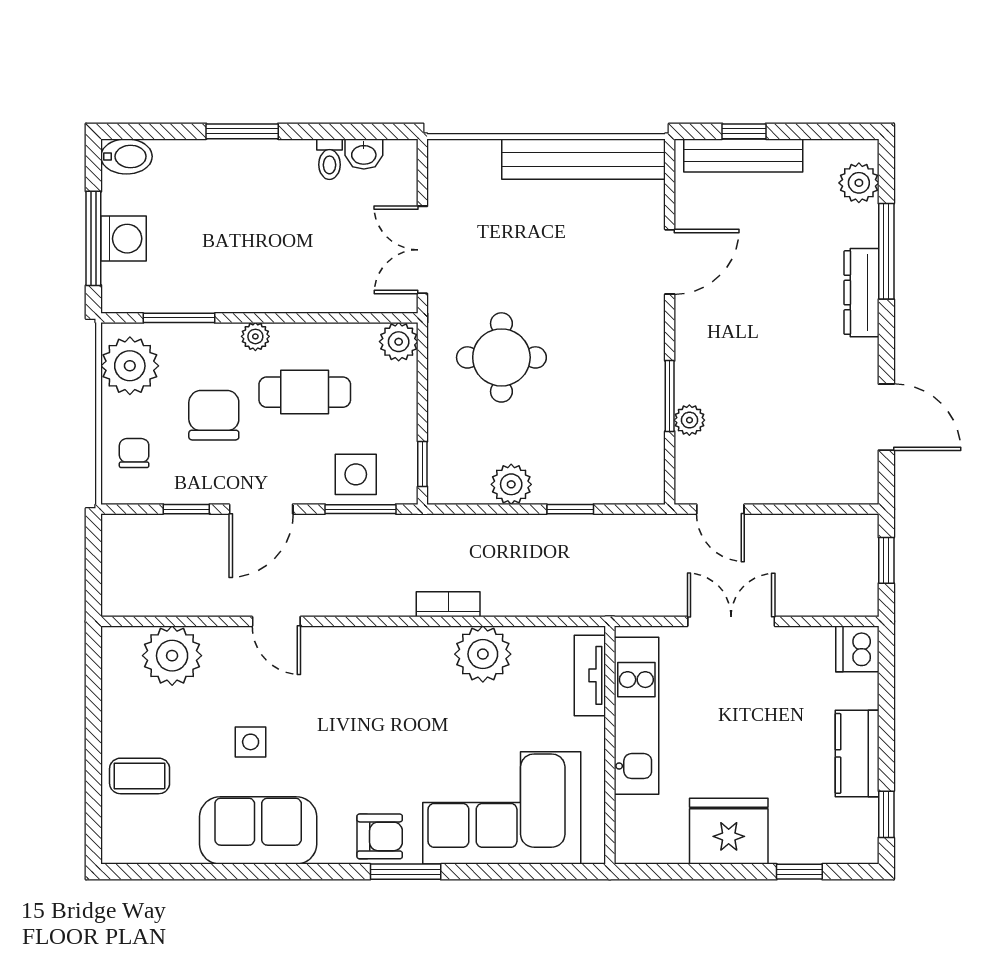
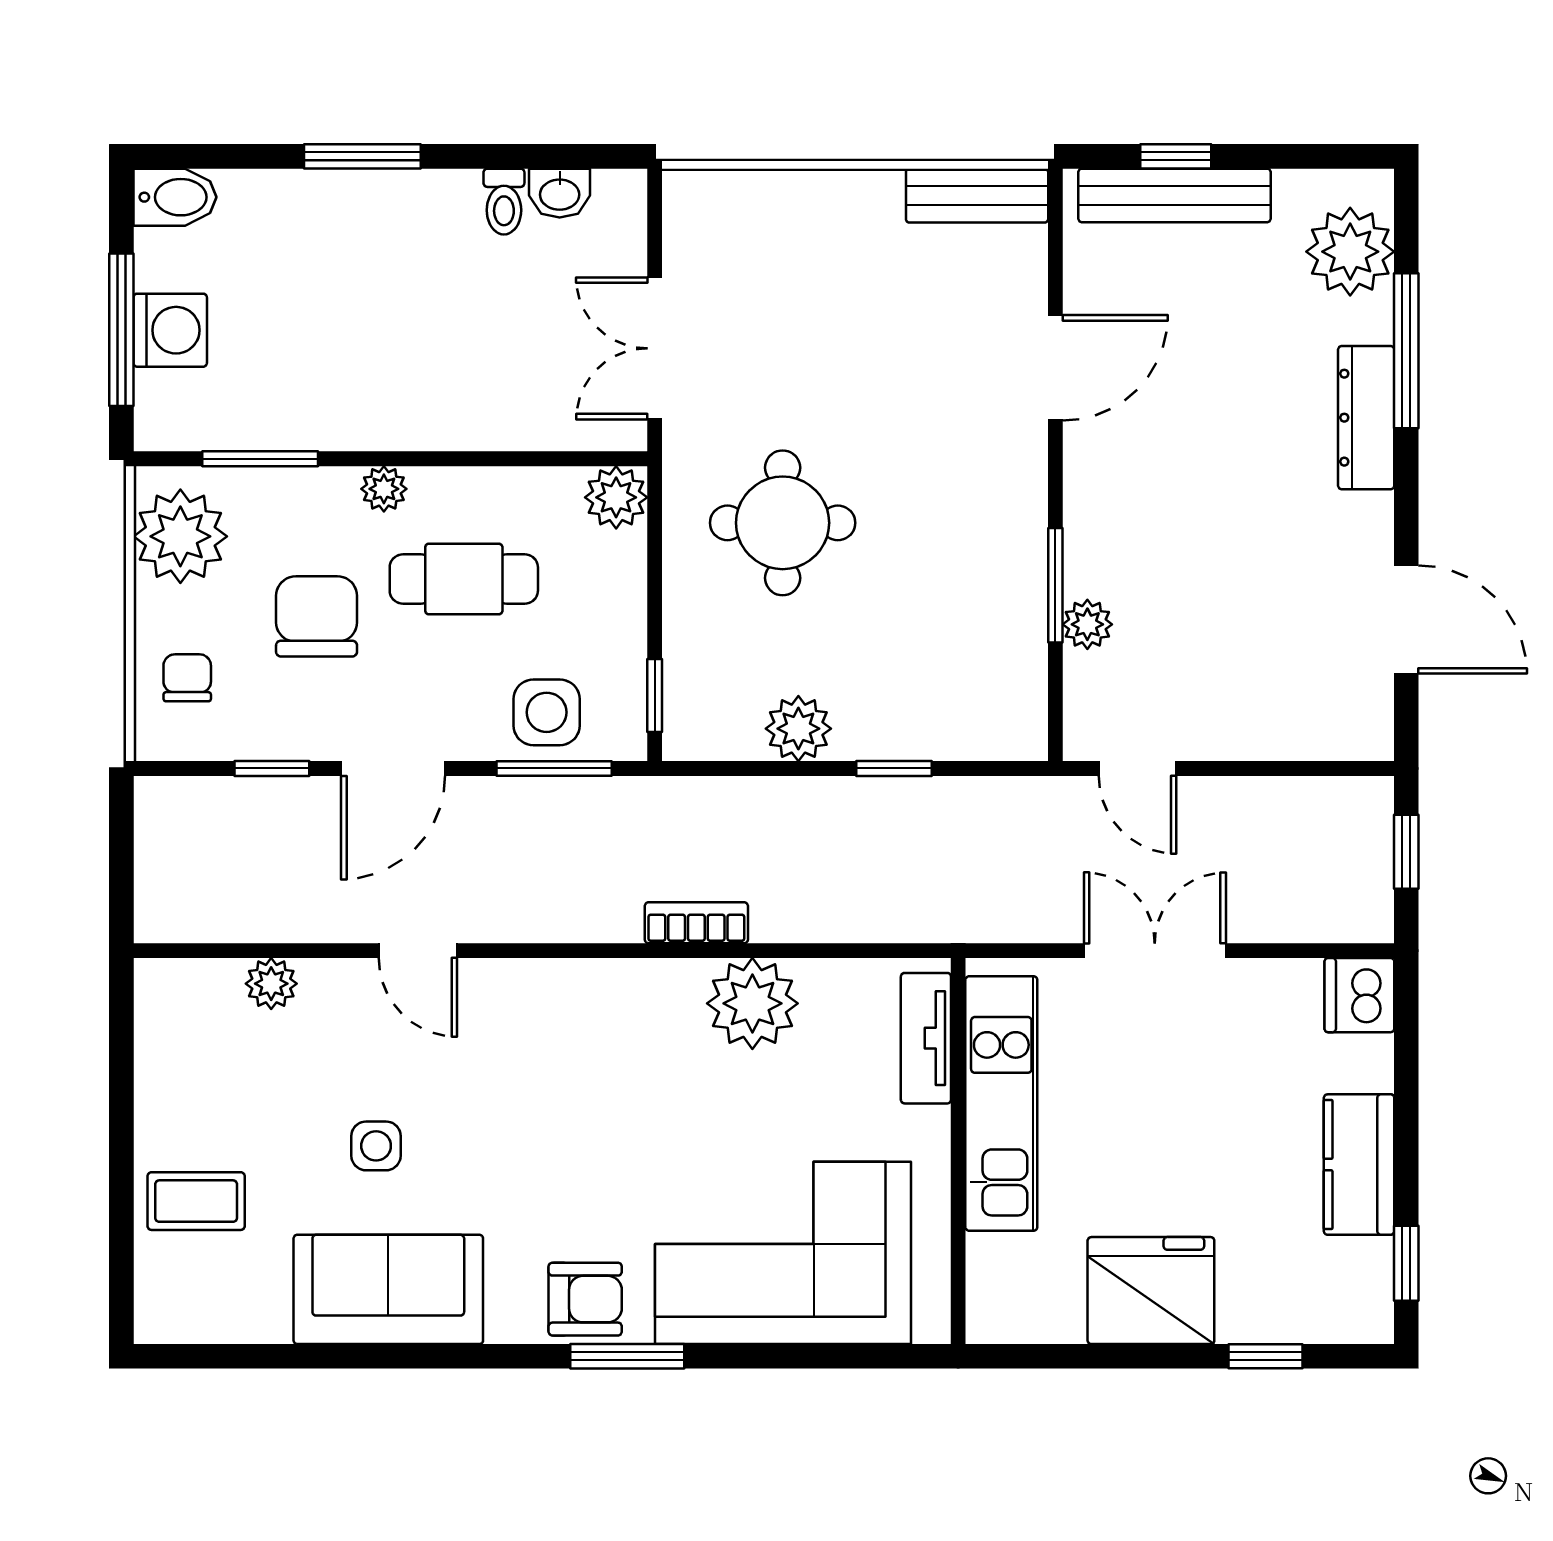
bench: (584, 159) -> (977, 196), width x0.54, depth x0.82
plant: (859, 183) -> (1350, 252), width x1.36, depth x1.36
plant: (172, 656) -> (271, 984), width x0.53, depth x0.53

